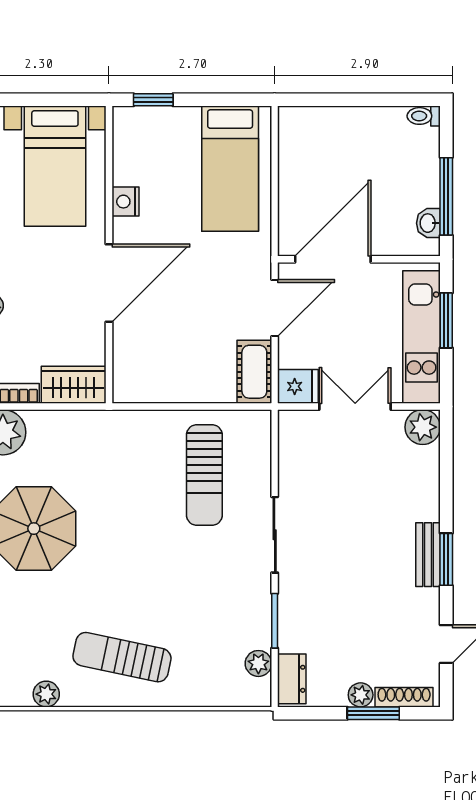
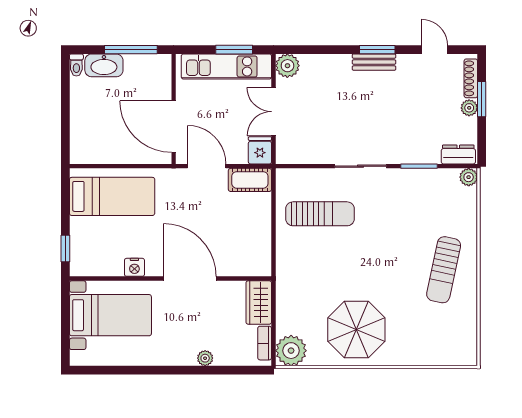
washbasin: (428, 223) -> (104, 65), moved, width x1.91, depth x1.45
window: (446, 320) -> (234, 50), moved
plant: (258, 663) -> (469, 177), moved
plant: (46, 694) -> (469, 321), removed

